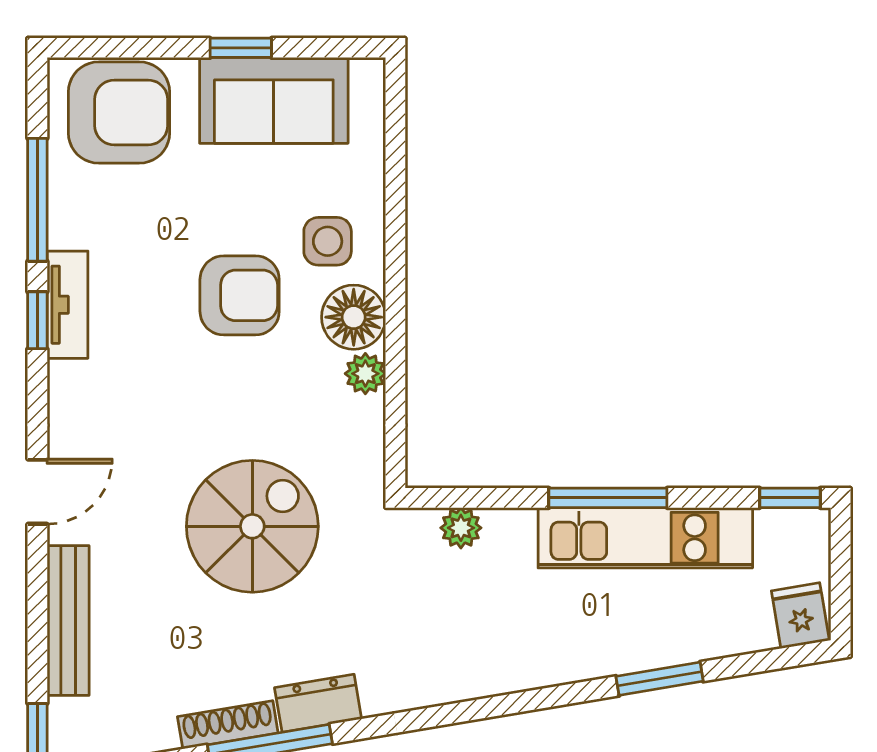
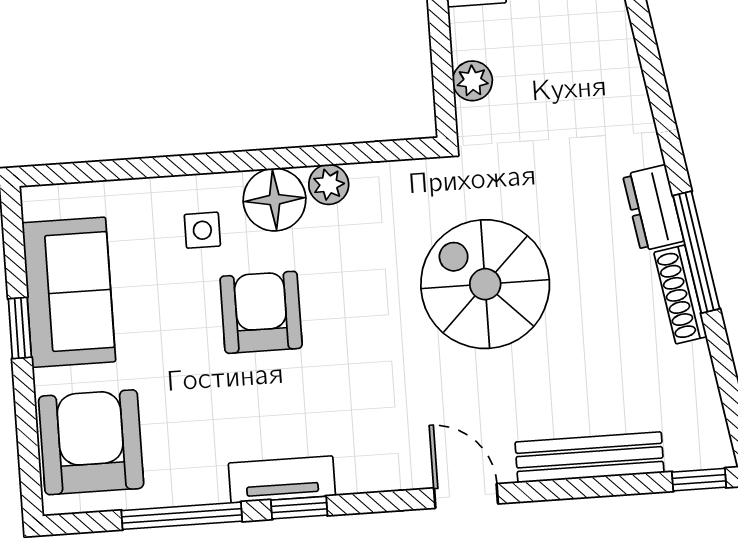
side table: (328, 241) -> (202, 230), width x0.73, depth x0.73

